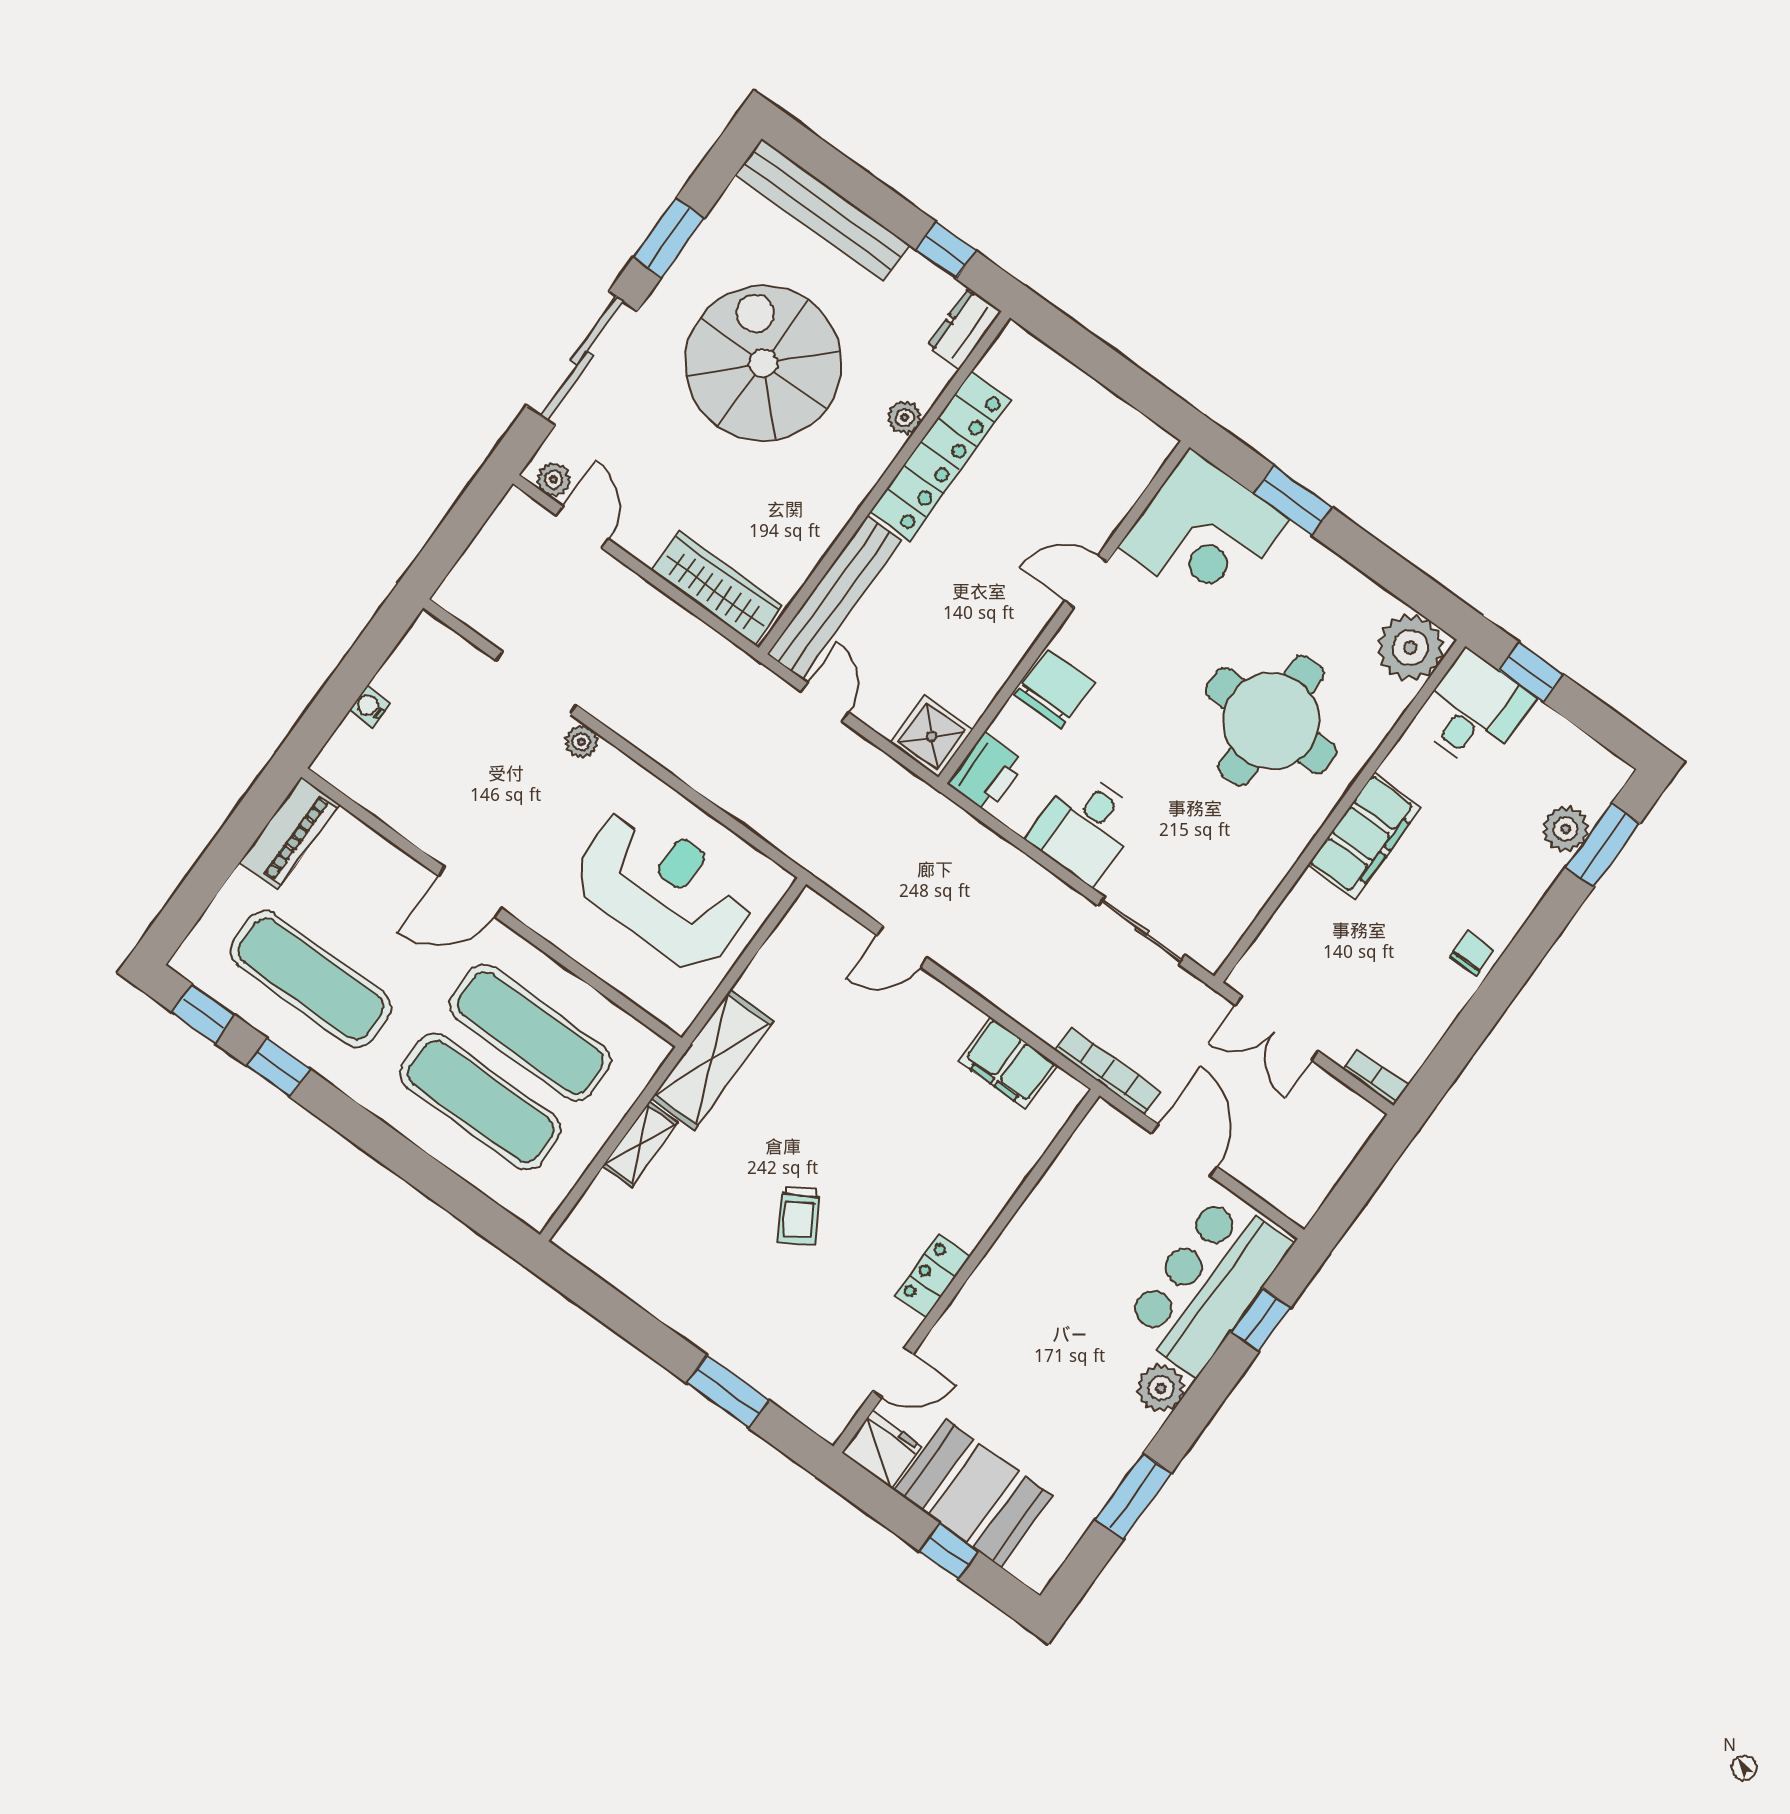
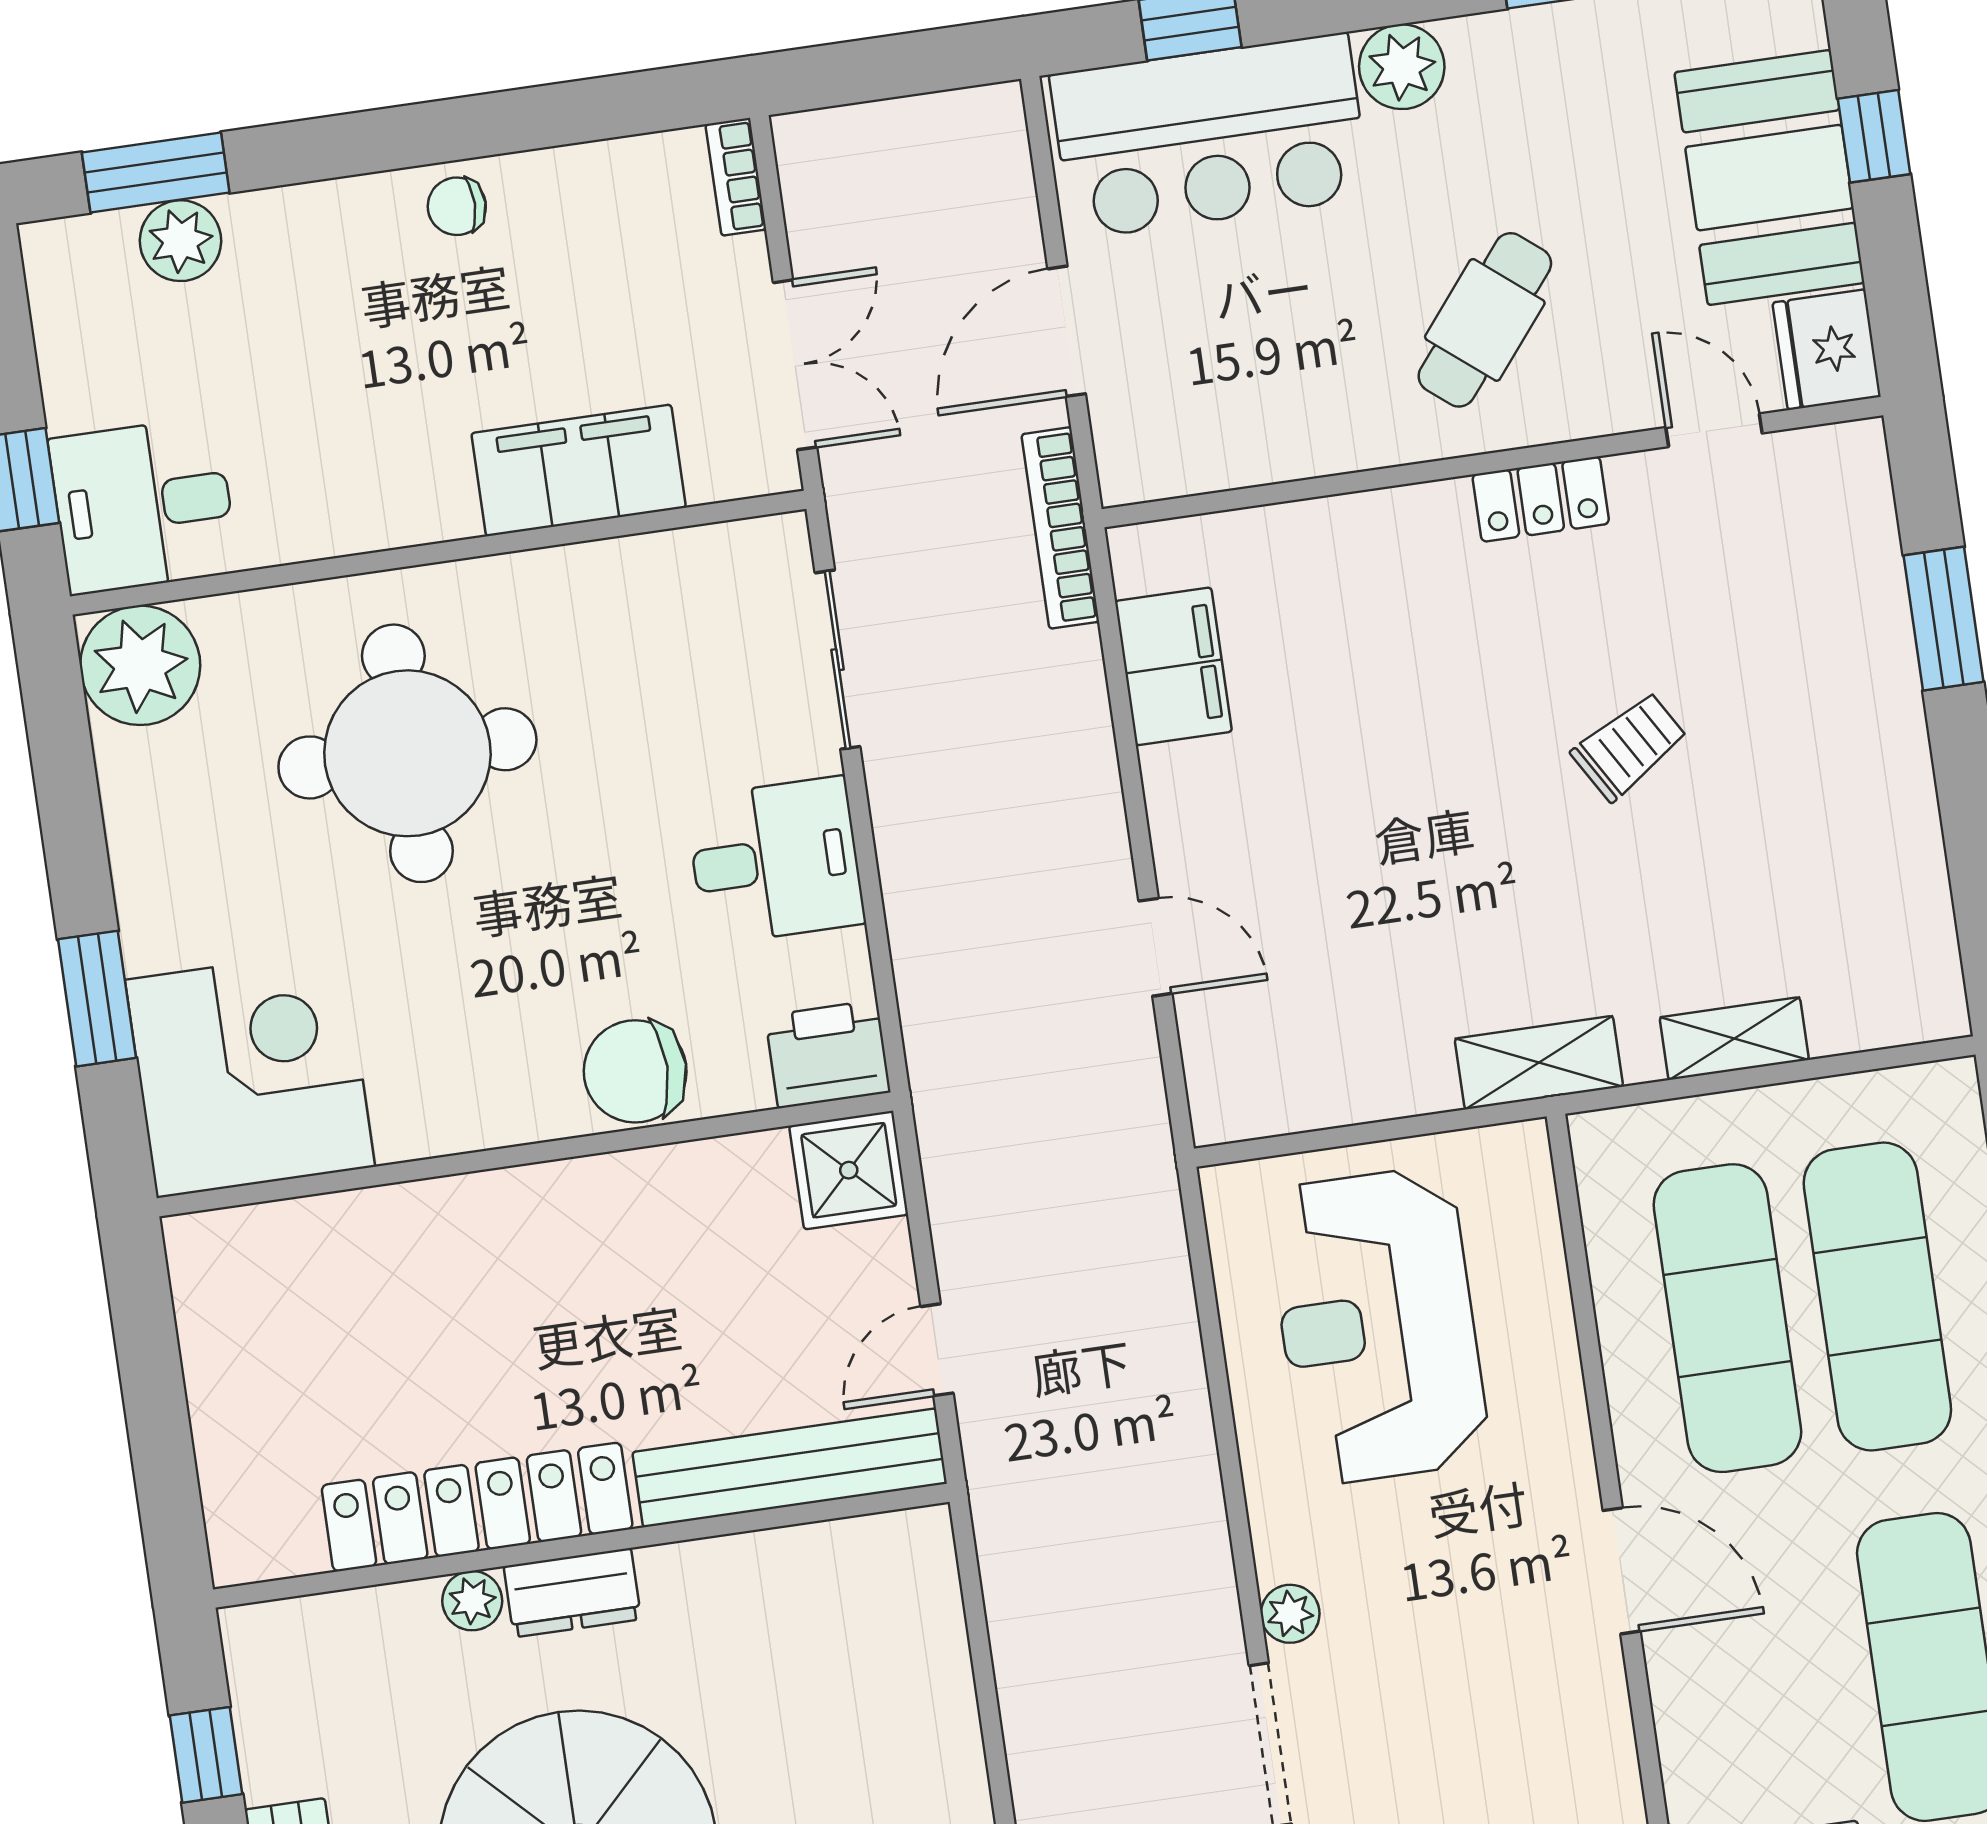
dresser: (964, 329) -> (572, 1593), moved
door: (1086, 581) -> (457, 1164), removed
wardrobe: (717, 588) -> (924, 1630), removed
filing cabinet: (1364, 836) -> (579, 470), moved
shelving: (712, 1060) -> (1539, 1063), width x0.67, depth x0.75
cafe table: (1027, 1323) -> (1485, 320), added

